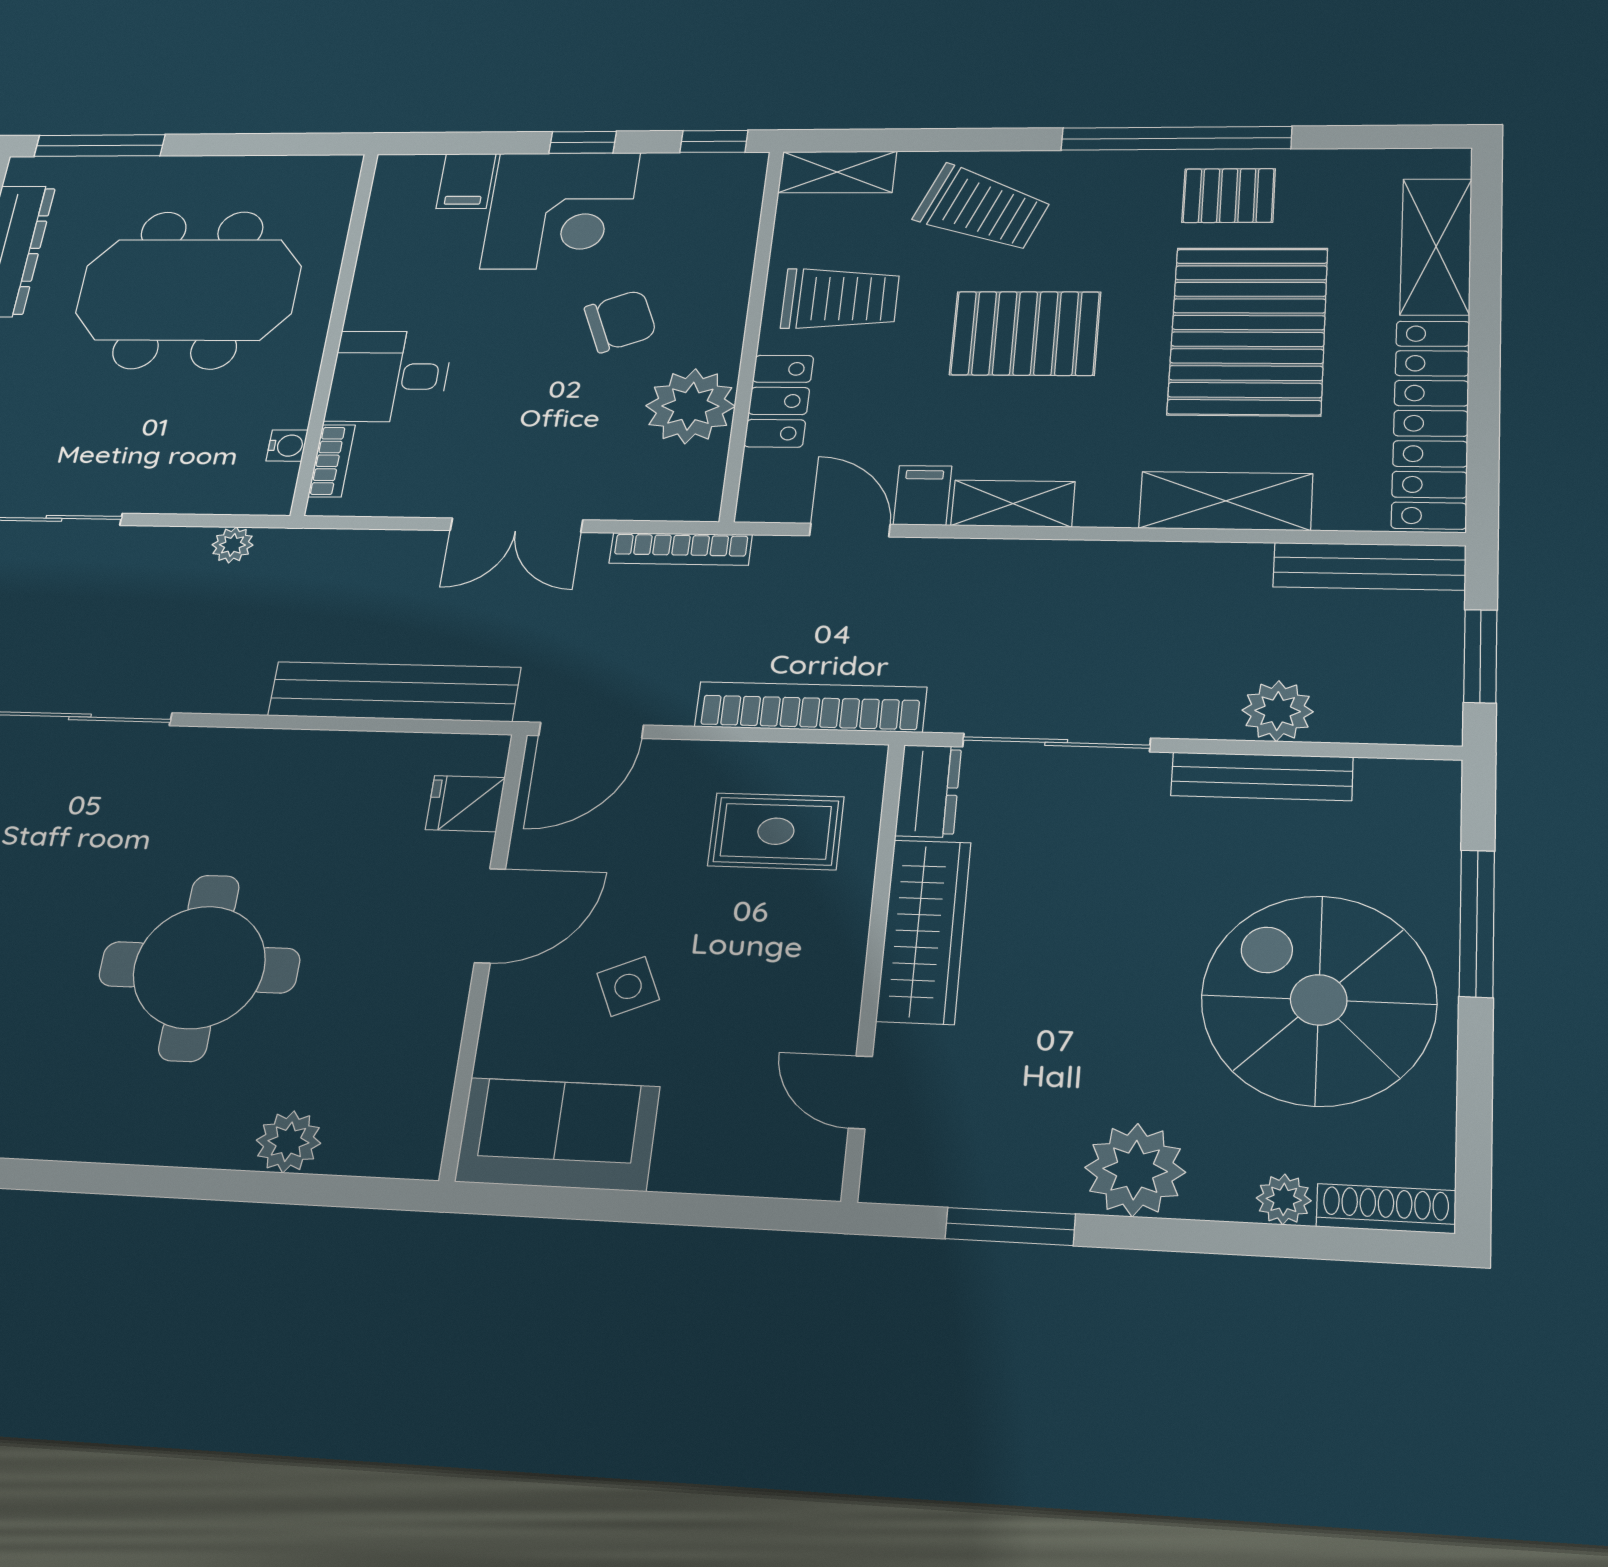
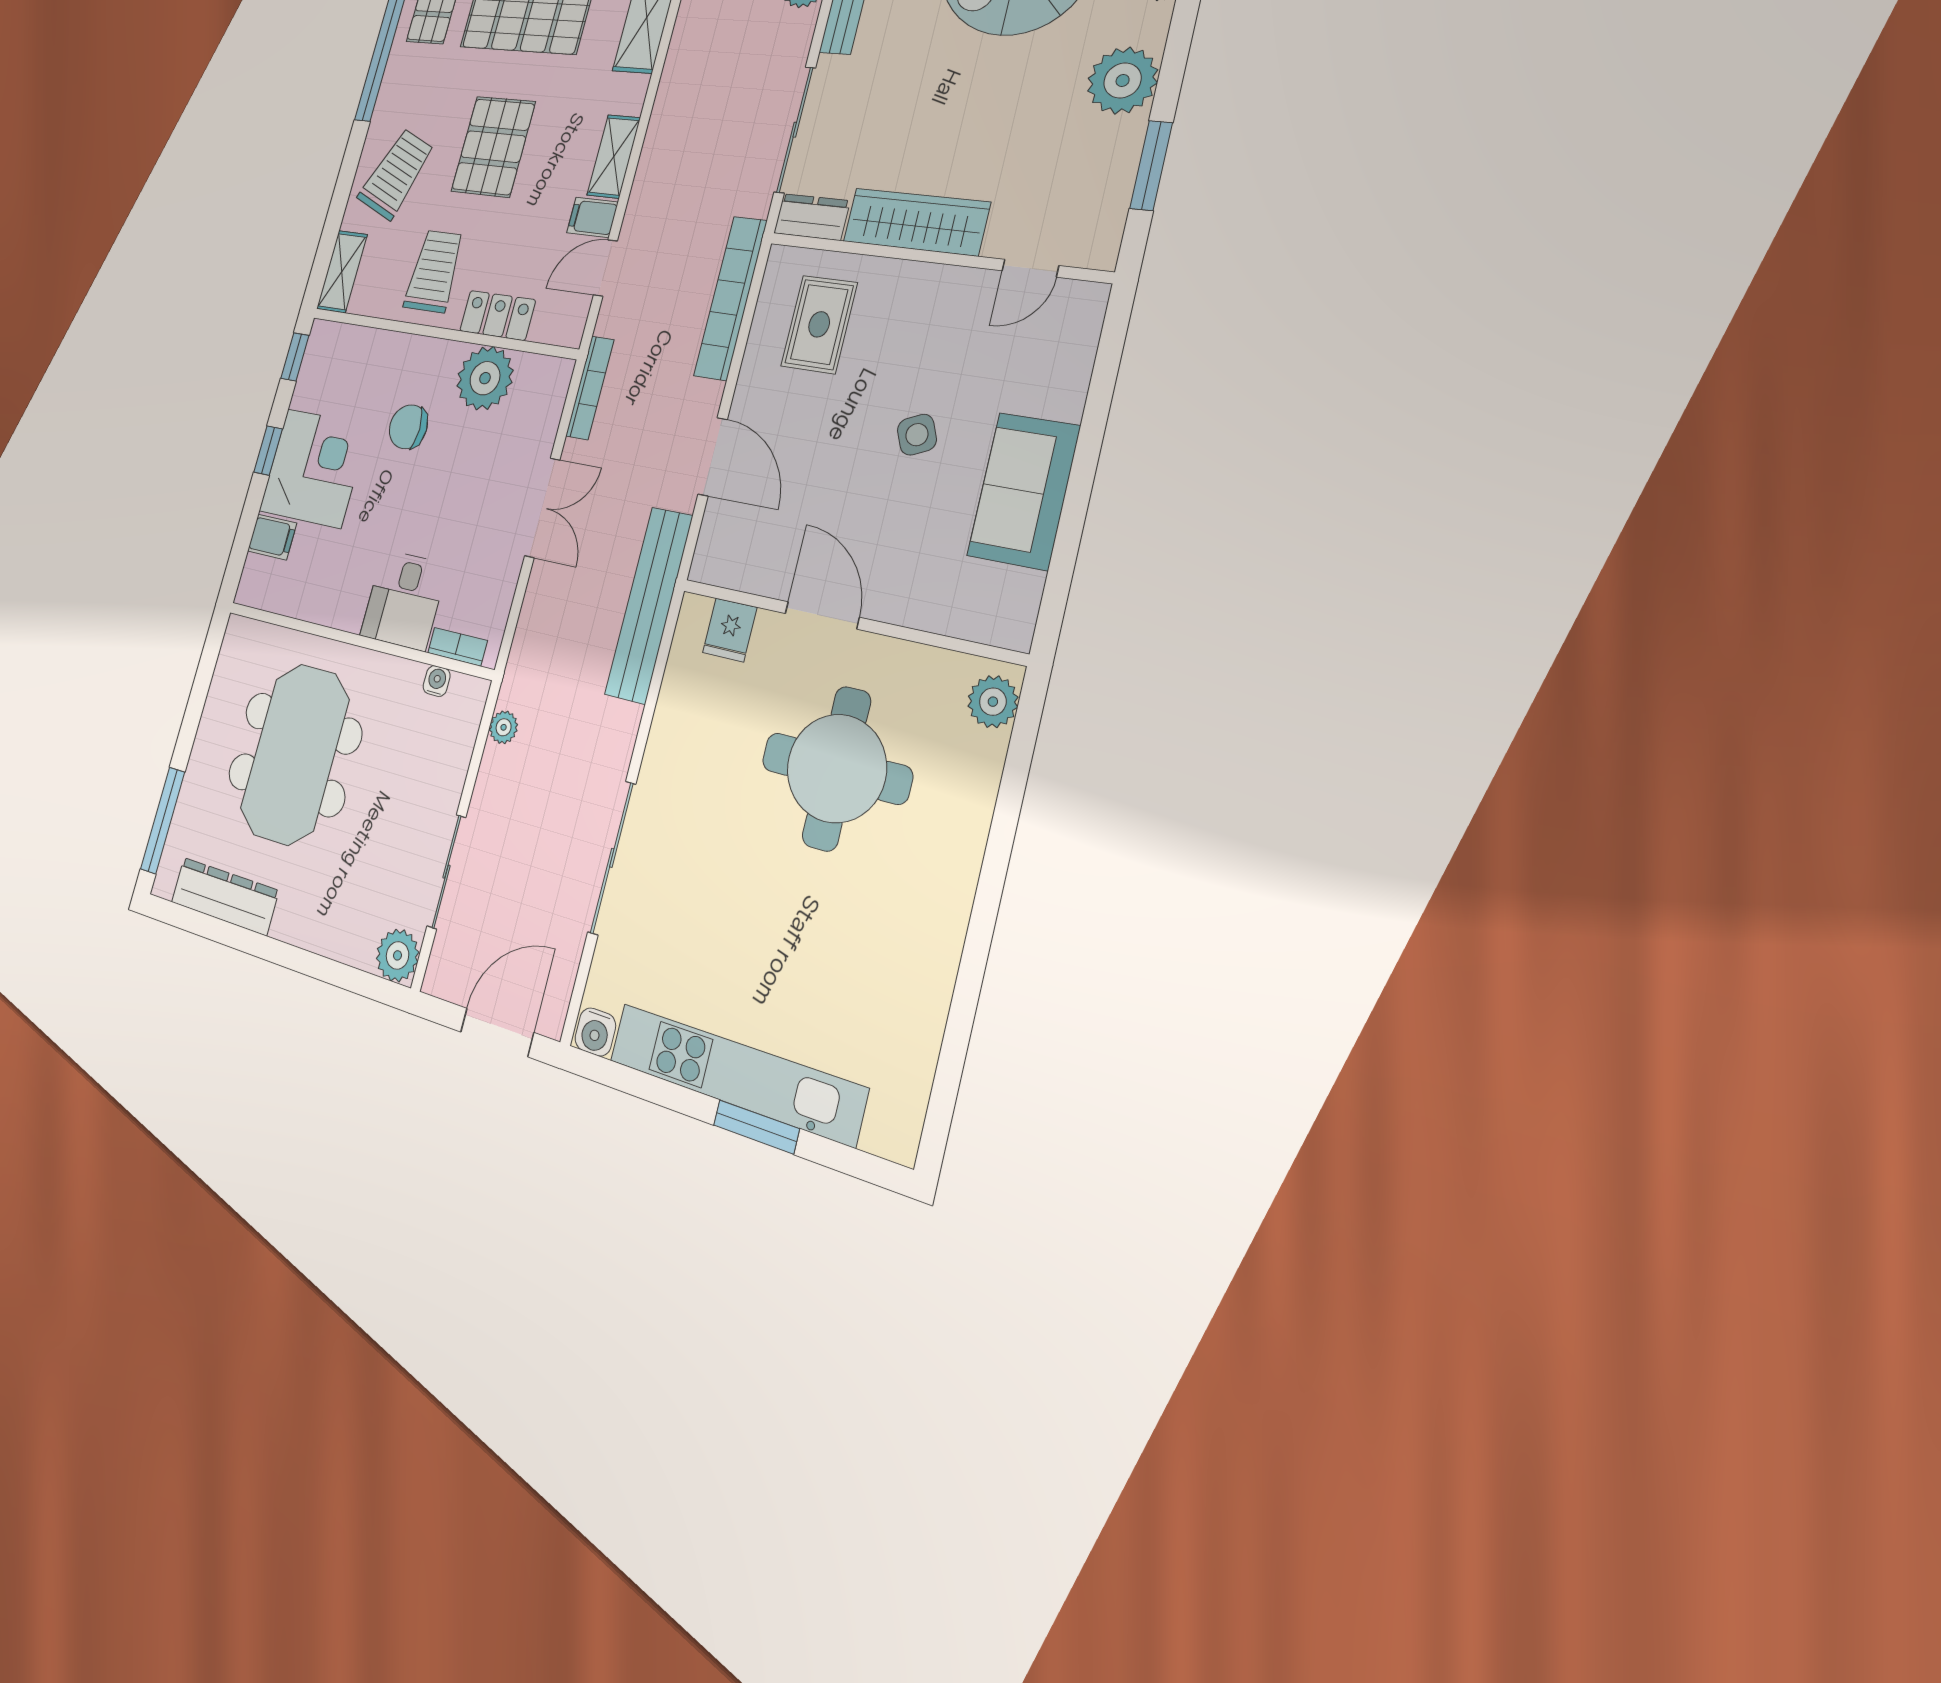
chair: (620, 321) -> (408, 427), turned -68
fridge: (465, 803) -> (730, 630), moved
door: (490, 916) -> (822, 615), moved
wall: (484, 951) -> (849, 621), moved

